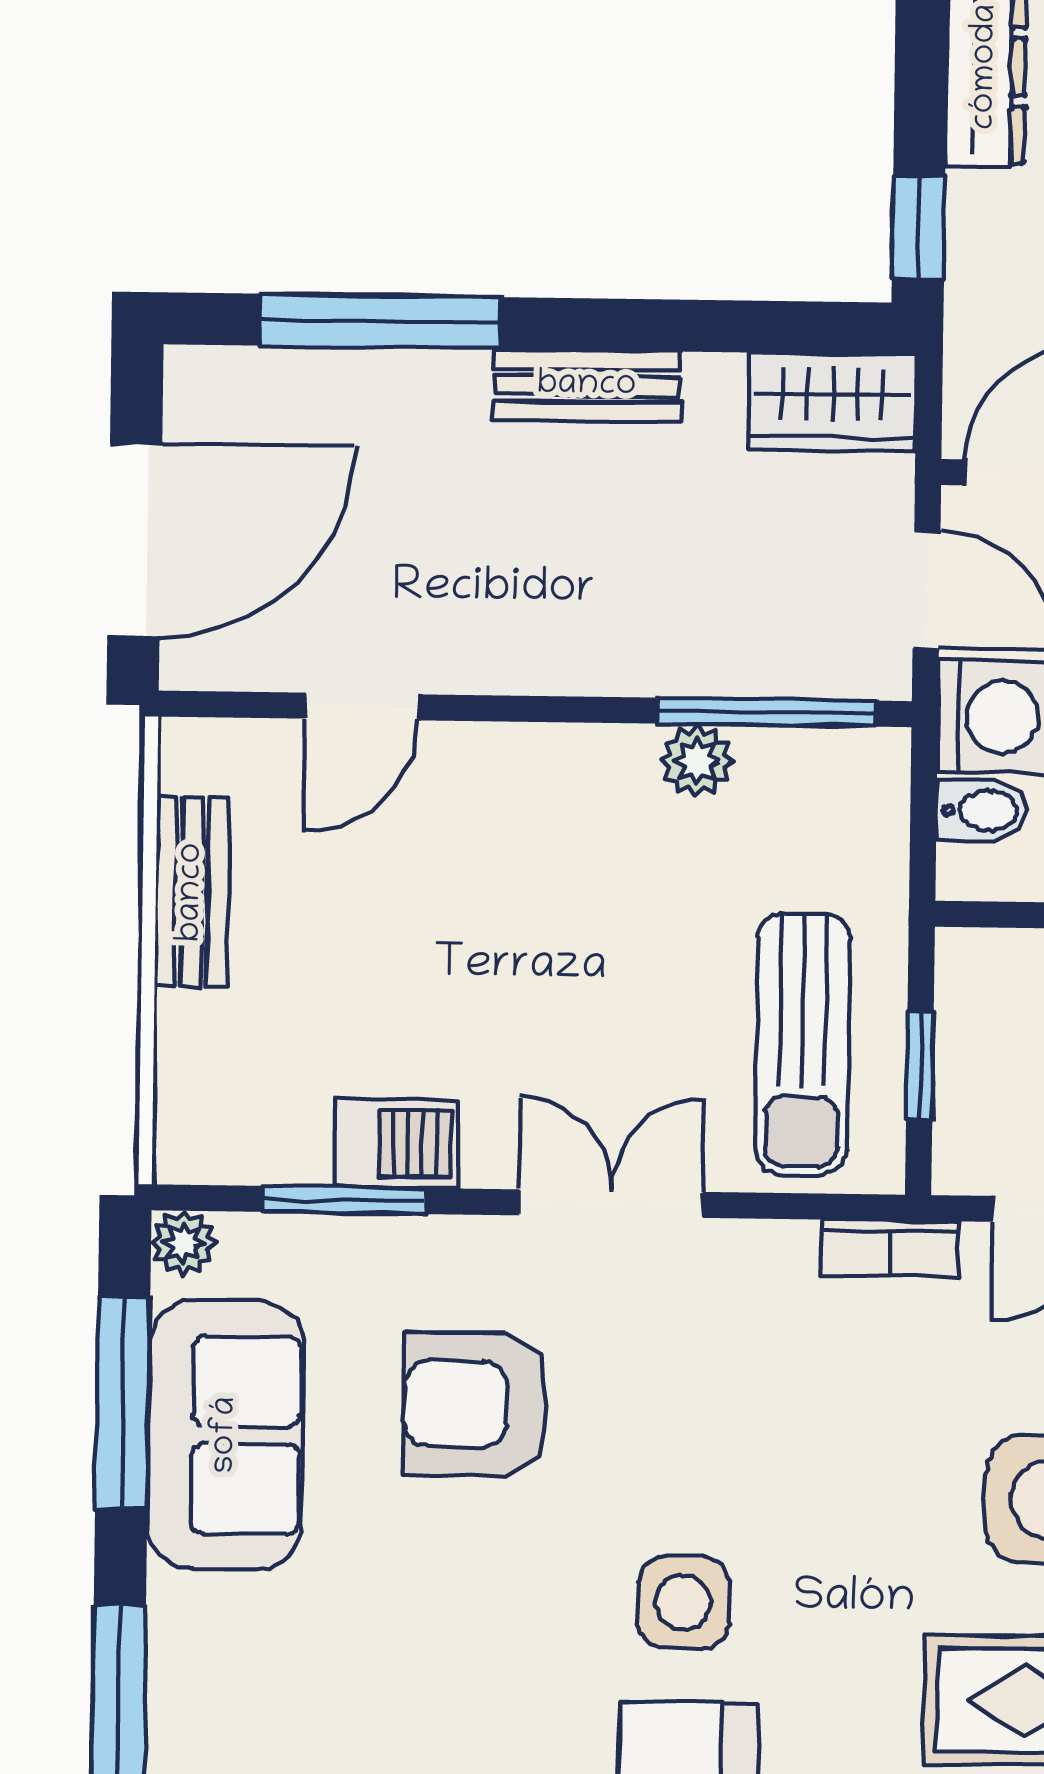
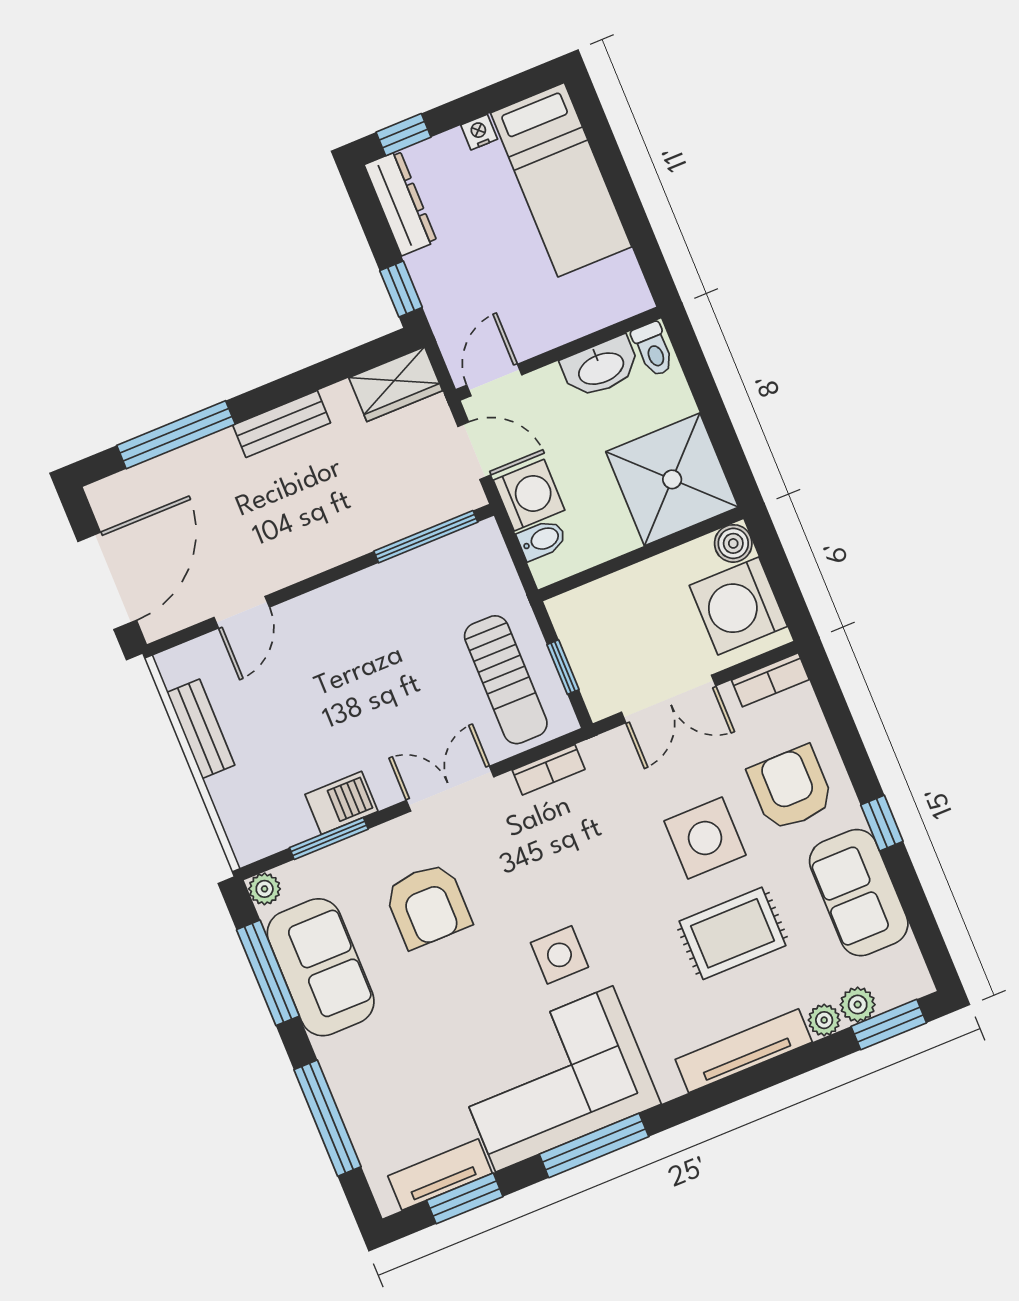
plant: (697, 761) -> (403, 572), removed
bookcase: (891, 1248) -> (549, 770), moved
armchair: (476, 1404) -> (428, 905), turned -90

